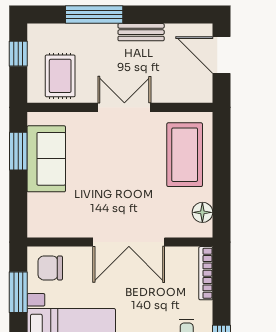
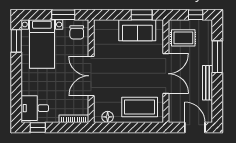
bench: (141, 32) -> (208, 83), width x1.36
door: (221, 55) -> (195, 127), hinge flipped
double door: (124, 107) -> (166, 74), width x1.37
chair: (50, 268) -> (77, 32), turned 180

